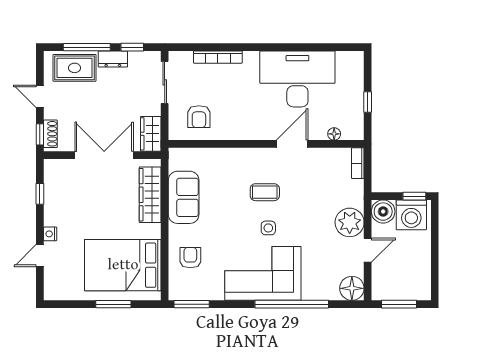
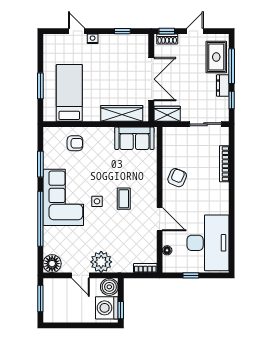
desk: (297, 79) -> (208, 243), moved
armchair: (199, 117) -> (177, 178), moved, turned 113
sofa: (184, 197) -> (134, 138), moved
bed: (123, 265) -> (69, 93), width x0.67
window: (192, 304) -> (40, 164), moved

